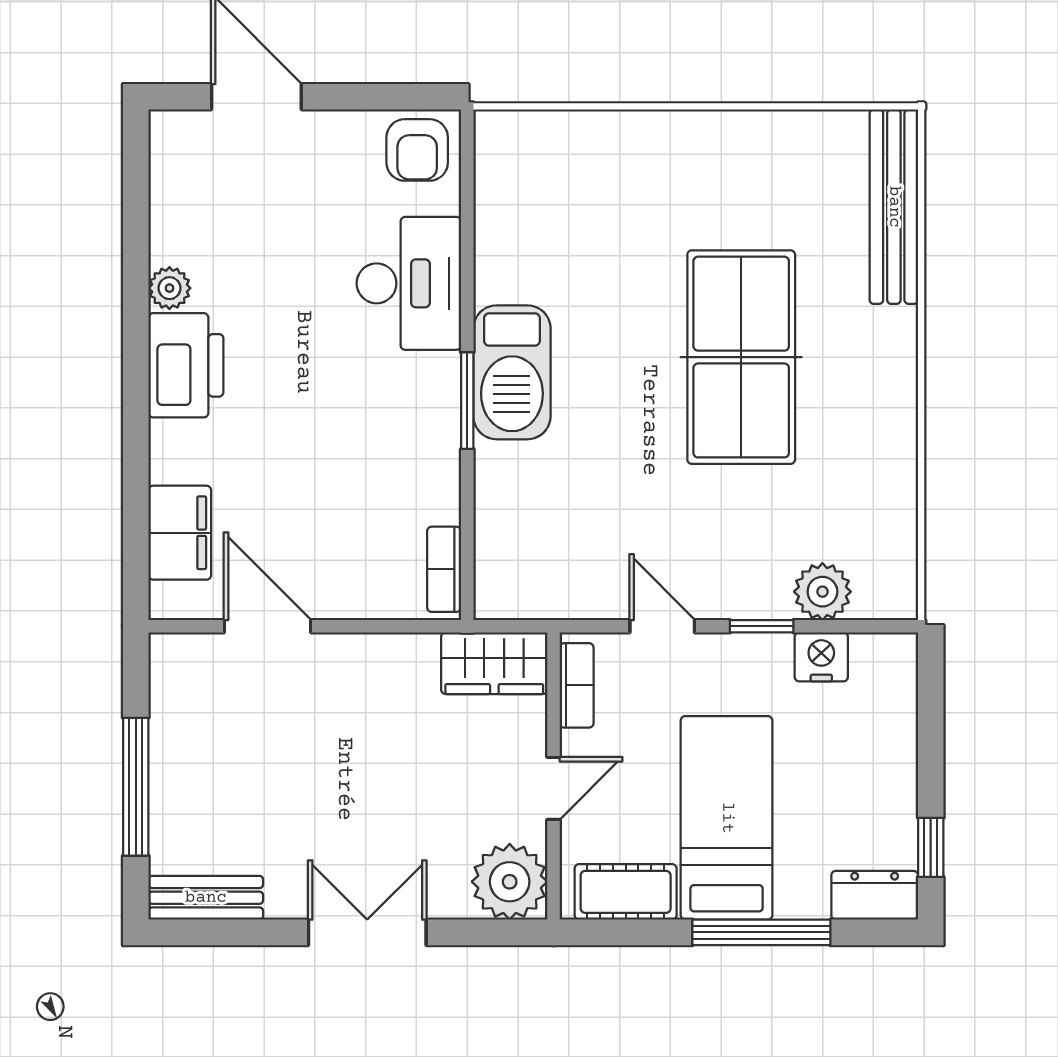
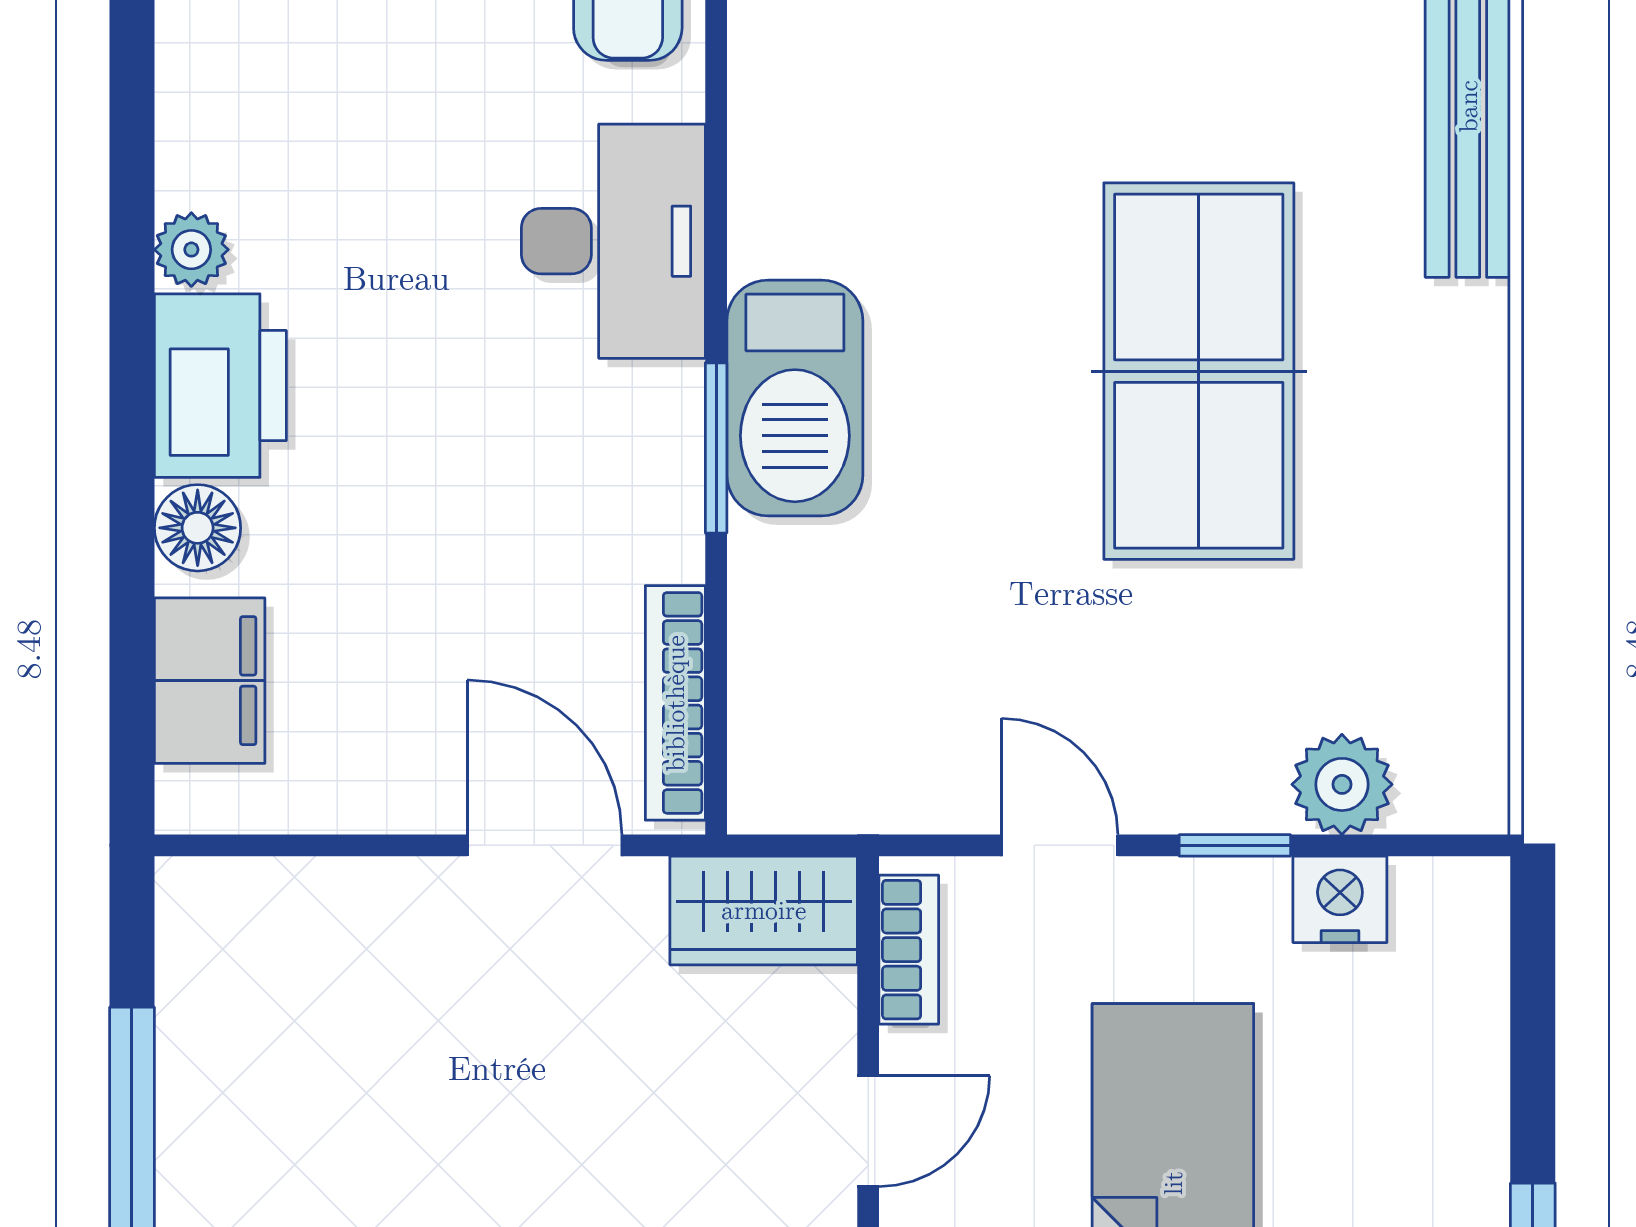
floor lamp: (173, 446) -> (198, 528), added
bookcase: (444, 569) -> (675, 703), width x1.56
door: (268, 626) -> (545, 845), moved

